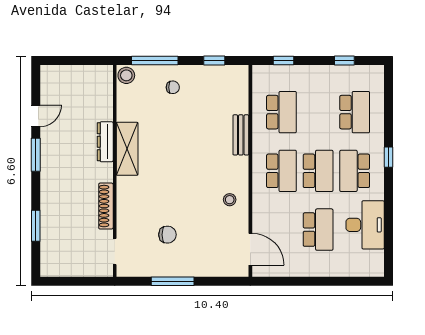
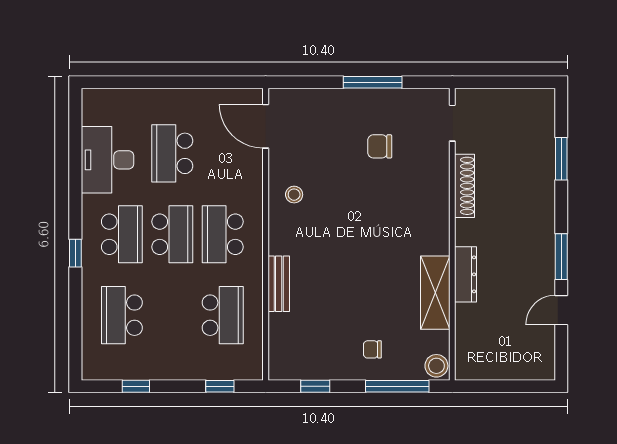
school desk: (281, 112) -> (223, 315), turned 180
shelving: (127, 149) -> (435, 293), moved
school desk: (318, 171) -> (172, 234), turned 180

